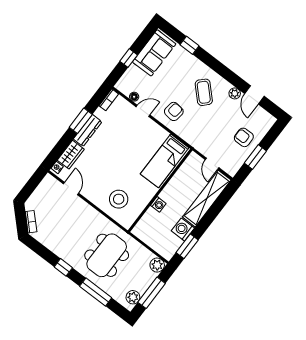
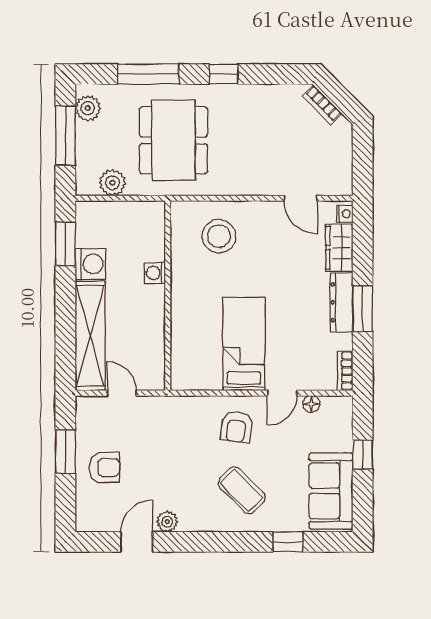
coffee table: (204, 92) -> (242, 490), moved
door: (254, 95) -> (137, 542), hinge flipped
bed: (165, 161) -> (244, 344), moved
plant: (157, 265) -> (112, 183), moved

